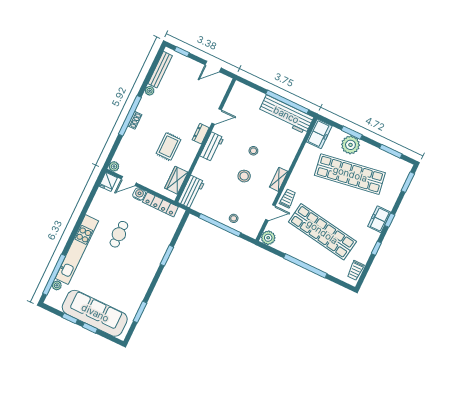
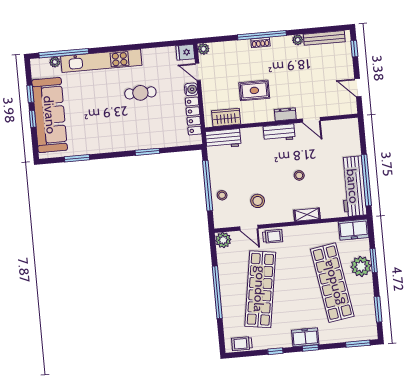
stool: (244, 176) -> (258, 201), moved
shelving: (279, 179) -> (307, 215), moved

